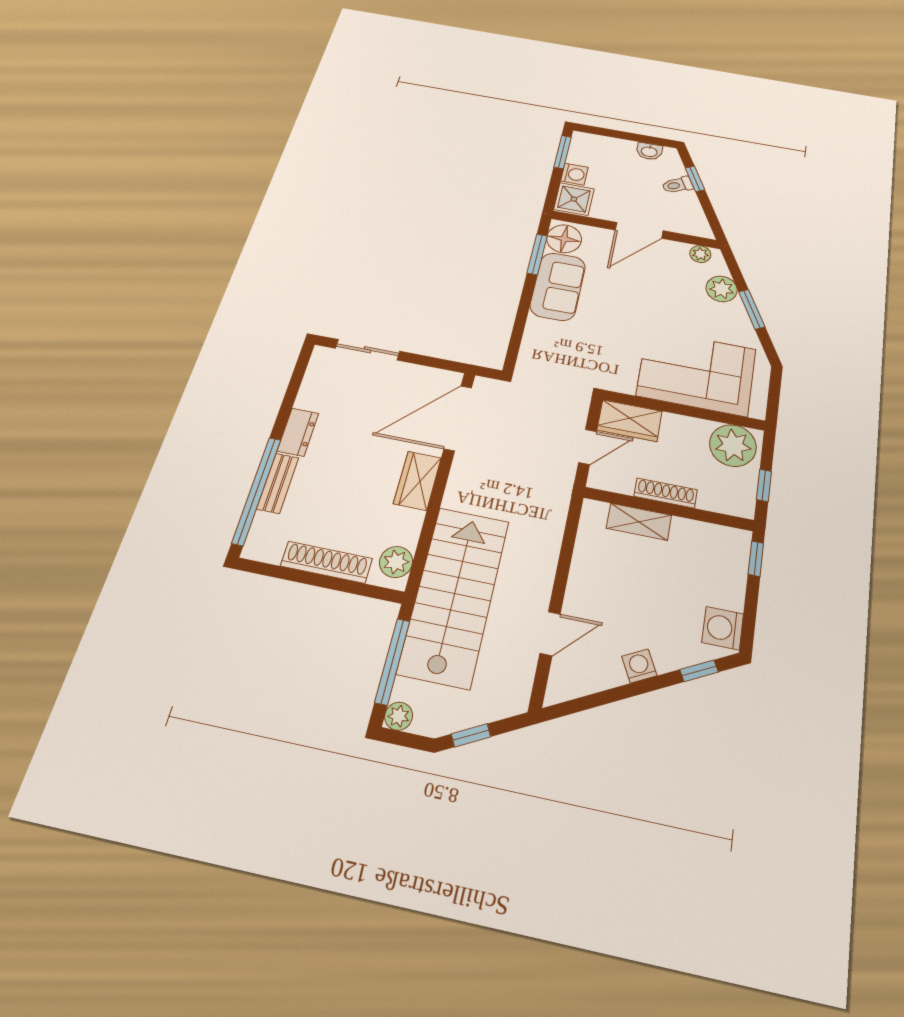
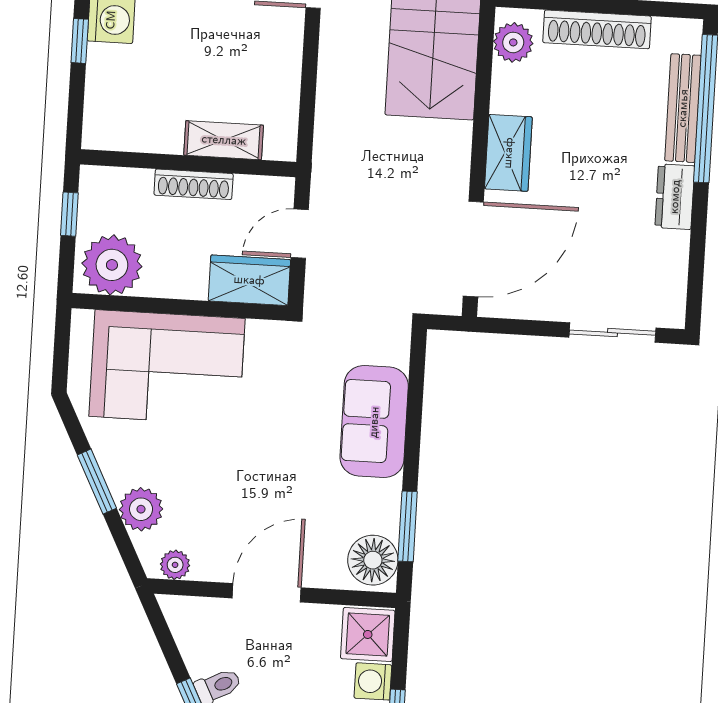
sofa: (558, 286) -> (374, 422), moved
bench: (278, 483) -> (683, 108), width x1.36
window: (756, 559) -> (80, 41), moved

